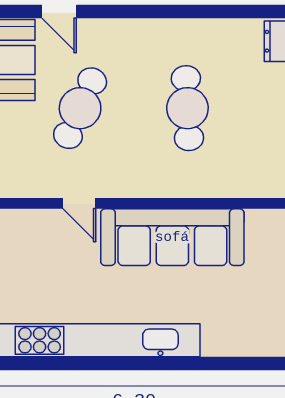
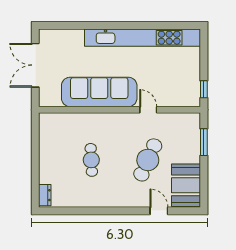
cafe table: (187, 108) -> (91, 160), width x0.73, depth x0.74

